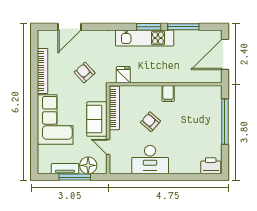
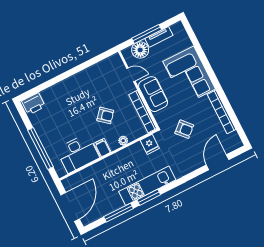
plant: (146, 90) -> (123, 141), added
desk: (150, 160) -> (78, 153), moved, turned 180

